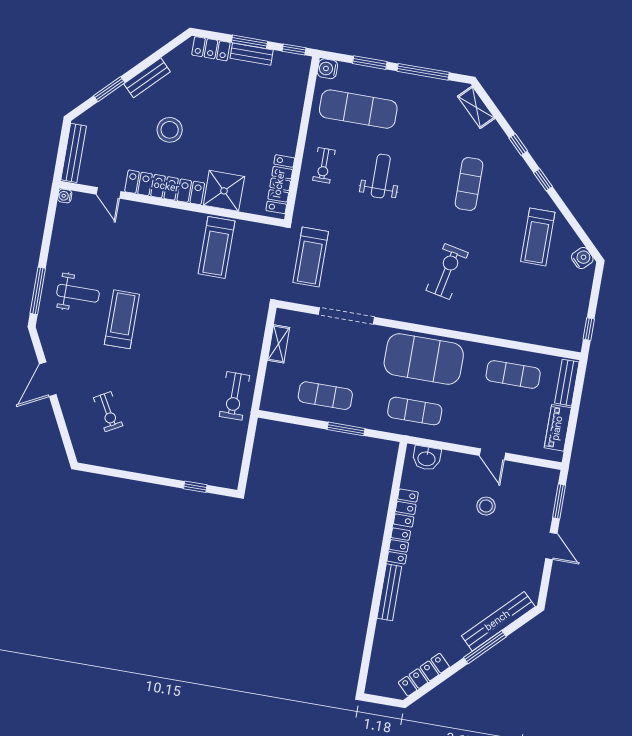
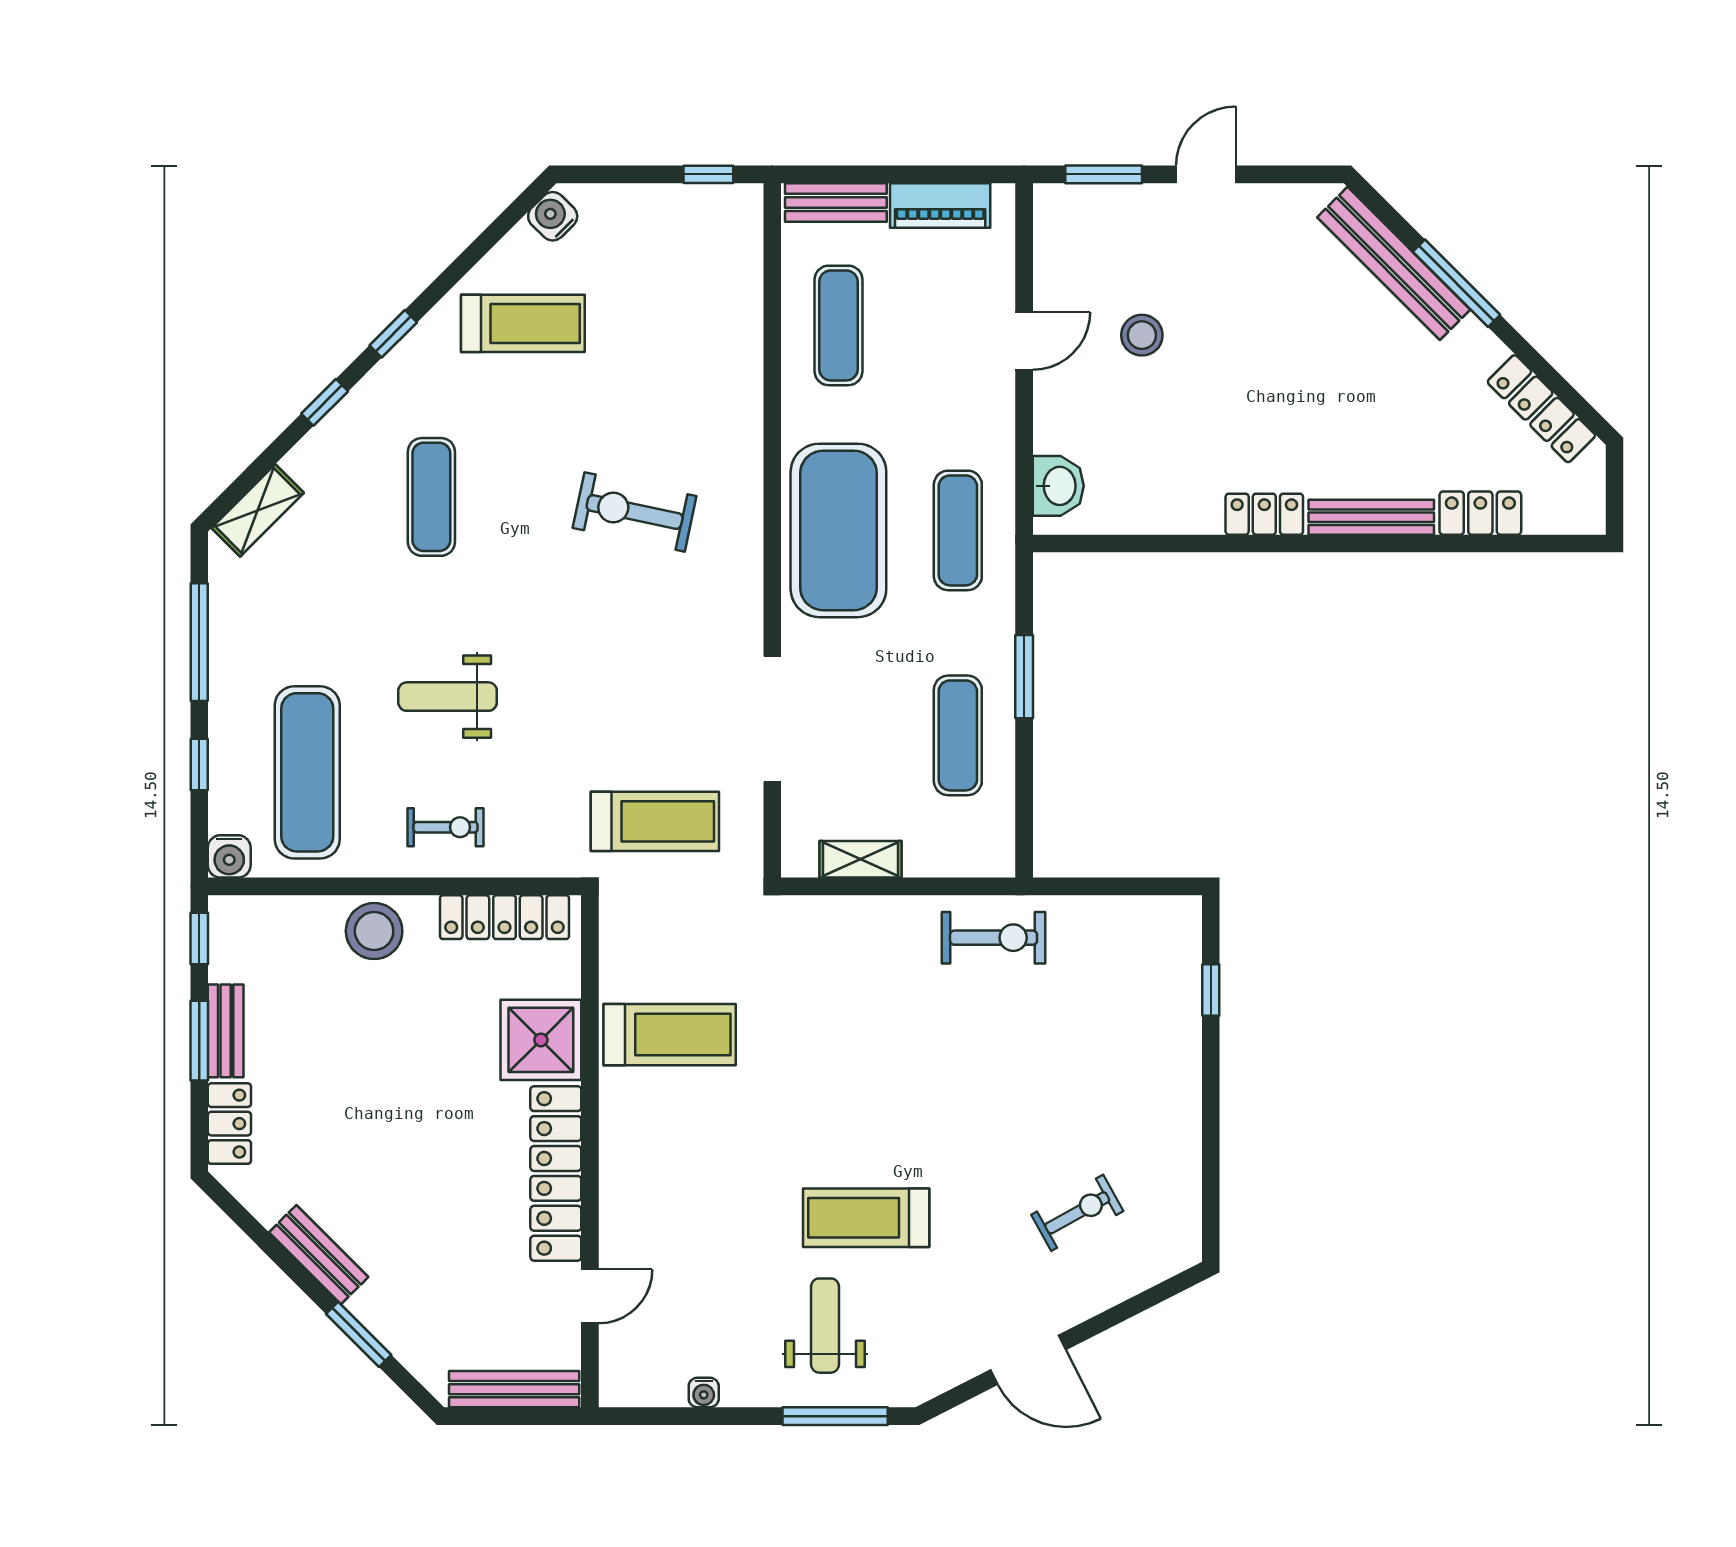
window: (370, 63) -> (199, 765), width x0.67
stool: (170, 130) -> (374, 931), moved
exercise mat: (469, 184) -> (431, 497), turned 90
water cooler: (65, 196) -> (704, 1392), moved
locker: (406, 508) -> (1480, 513), moved

